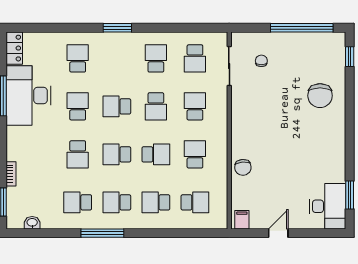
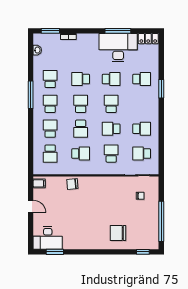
window: (117, 28) -> (161, 89), moved
school desk: (195, 106) -> (111, 154), turned -90

